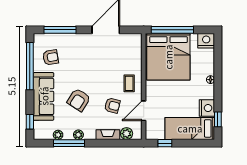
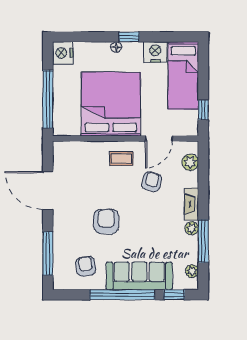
bed: (168, 57) -> (111, 104), moved, turned -90
window: (30, 66) -> (122, 295), moved
armchair: (79, 100) -> (106, 221), moved, turned -123
door: (144, 111) -> (159, 139), hinge flipped
window: (218, 119) -> (129, 37), moved
plant: (58, 135) -> (192, 271), moved
fireplace: (108, 135) -> (192, 204), moved

